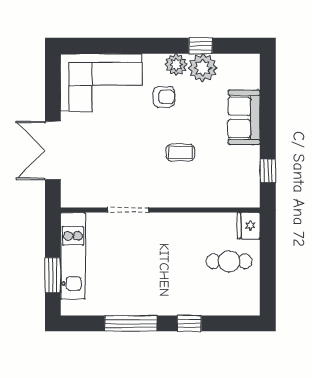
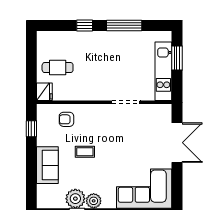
armchair: (164, 97) -> (66, 119), moved
coffee table: (180, 153) -> (85, 152), moved

